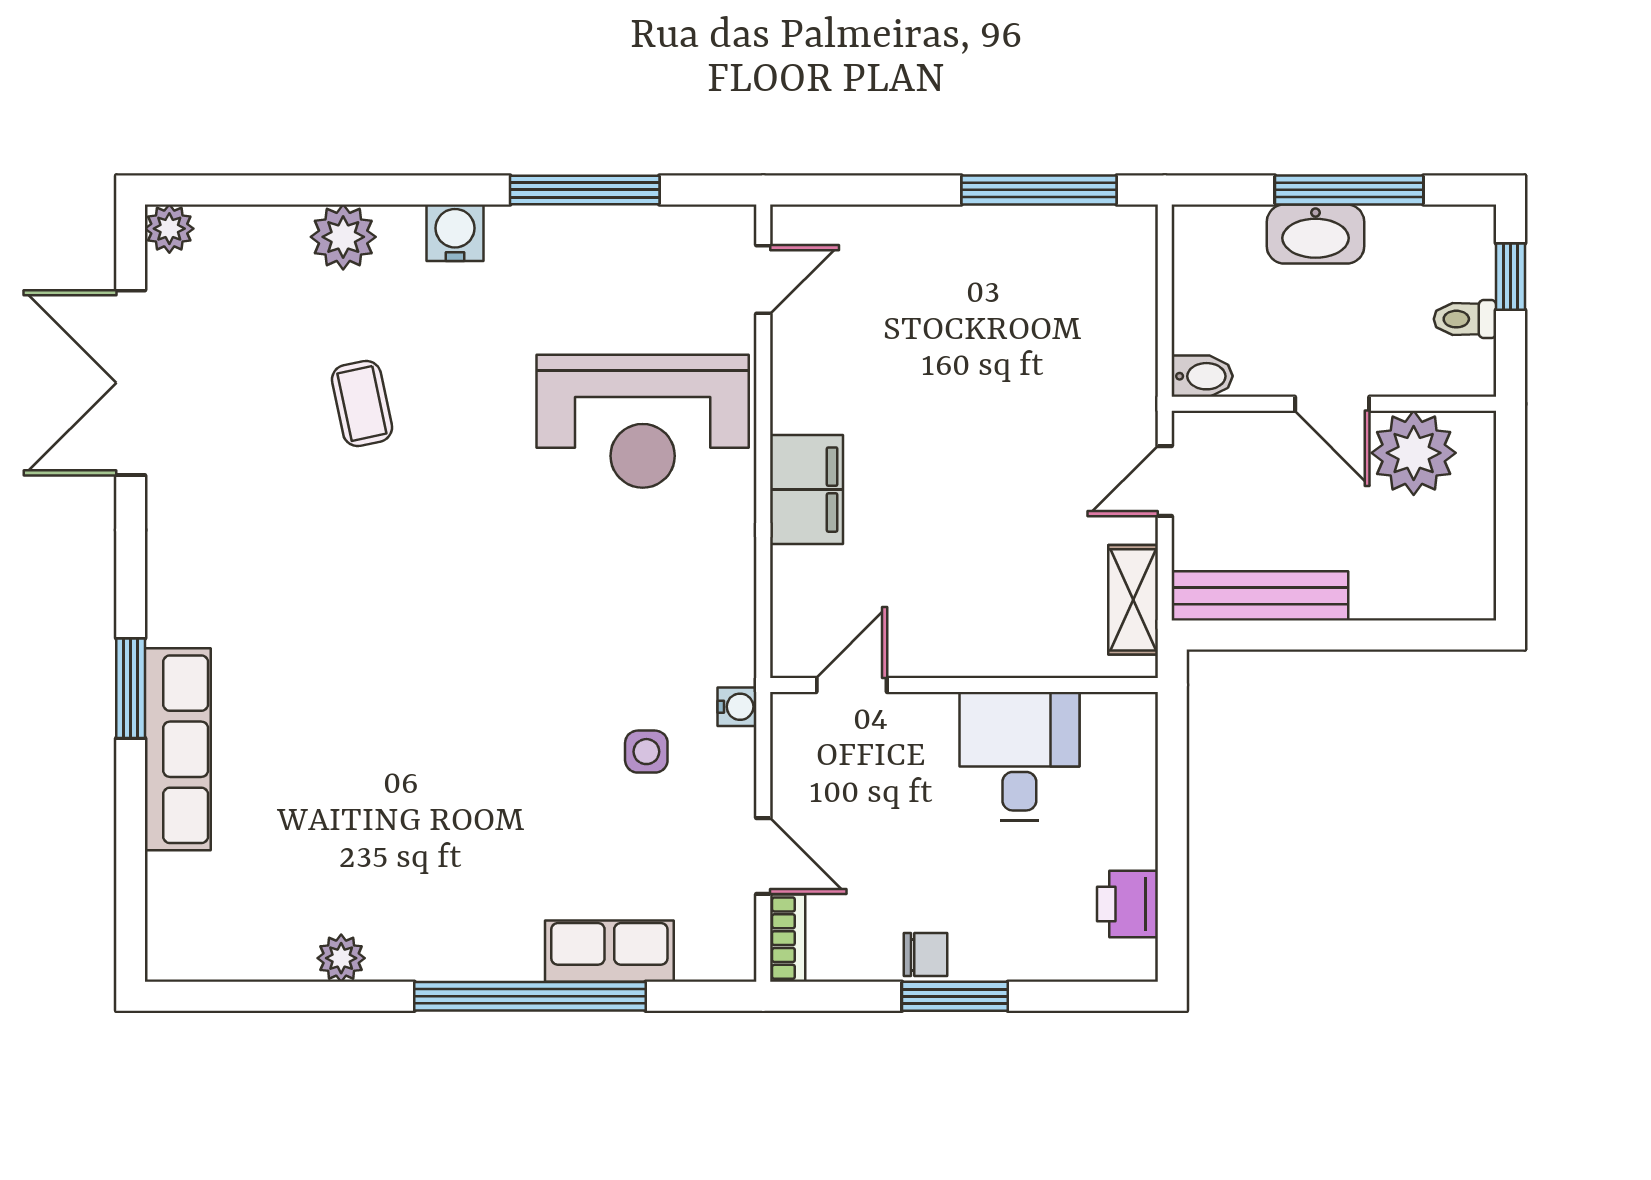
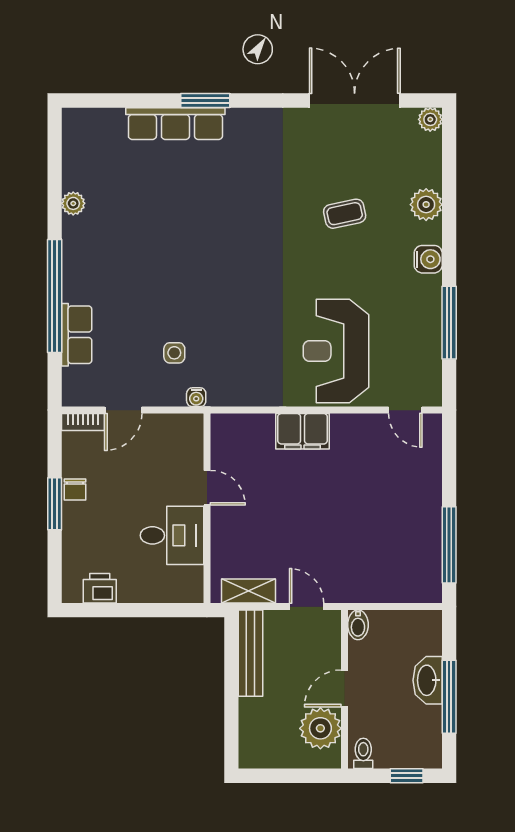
toilet: (1465, 319) -> (363, 753), moved
door: (852, 685) -> (207, 488), moved

